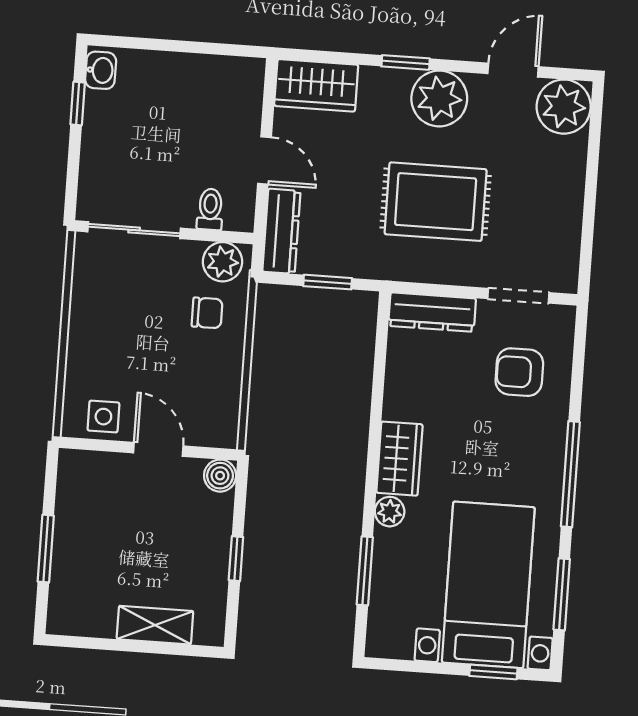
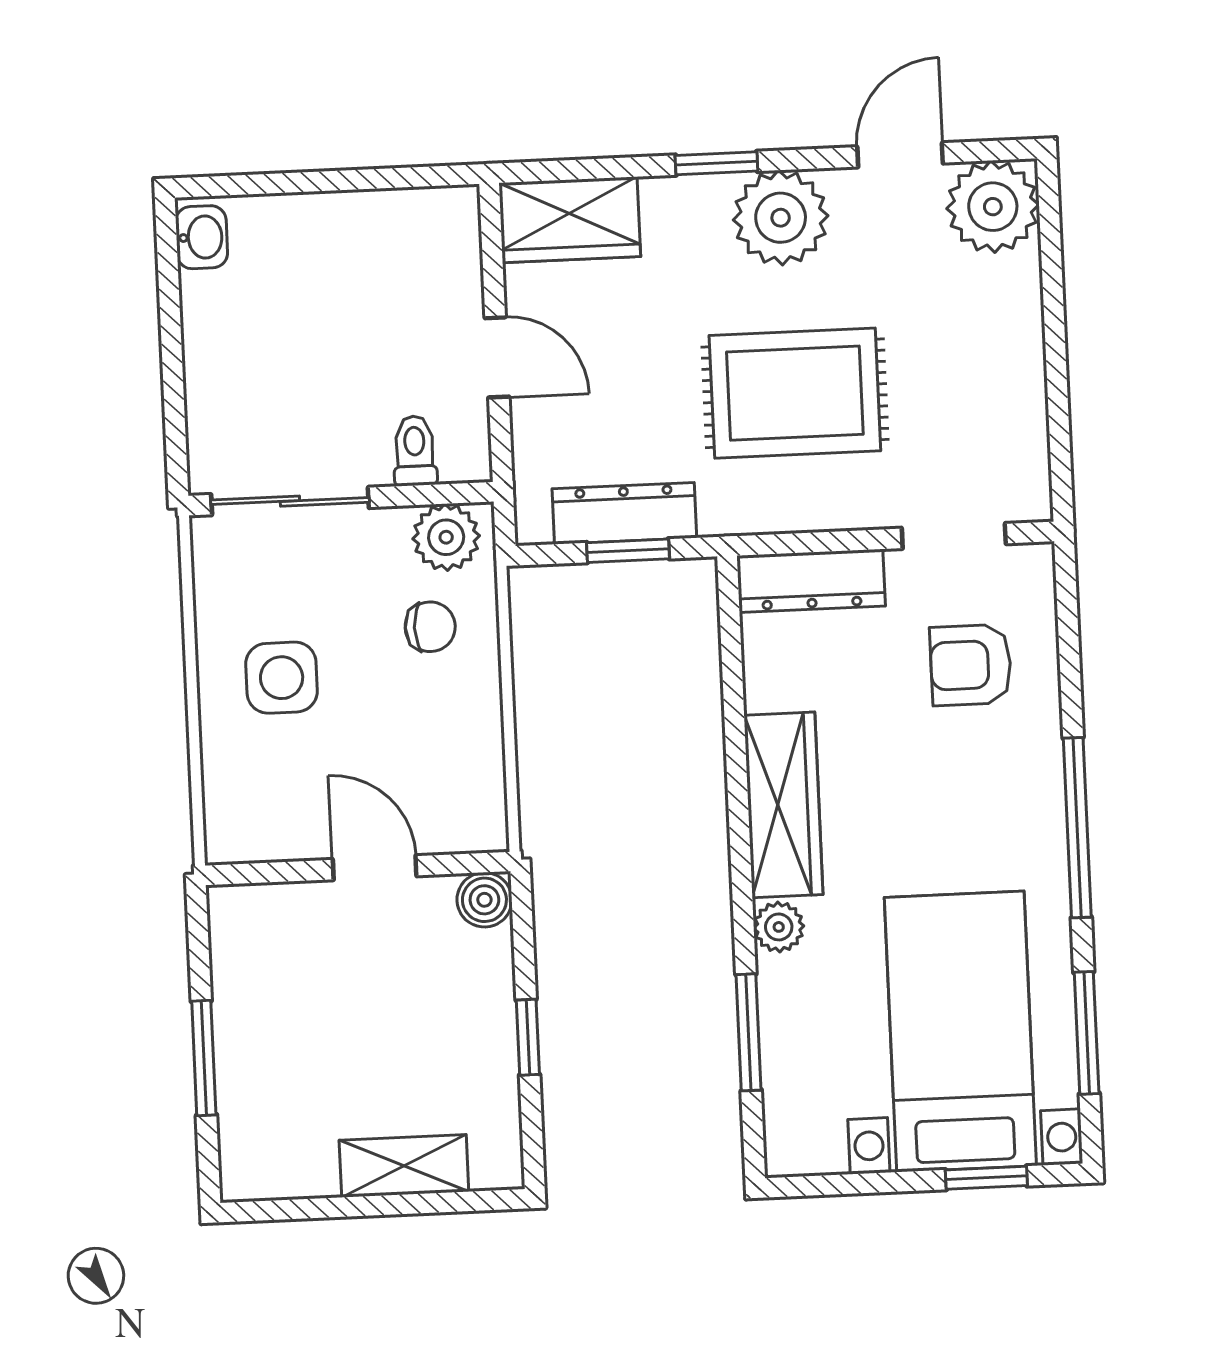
window: (78, 103) -> (169, 298), removed
dresser: (281, 231) -> (624, 513), moved, turned -90
side table: (103, 417) -> (282, 678), moved, width x1.37, depth x1.37
wardrobe: (399, 459) -> (783, 805), width x1.50

